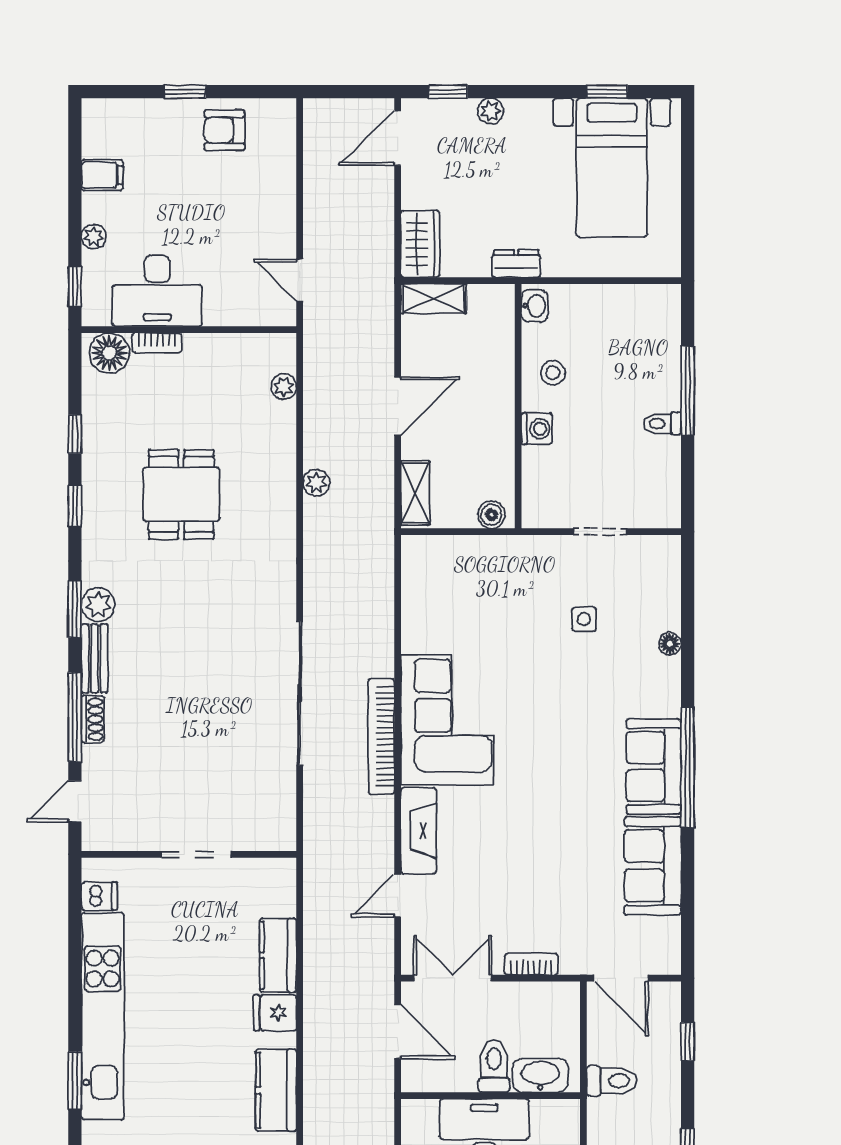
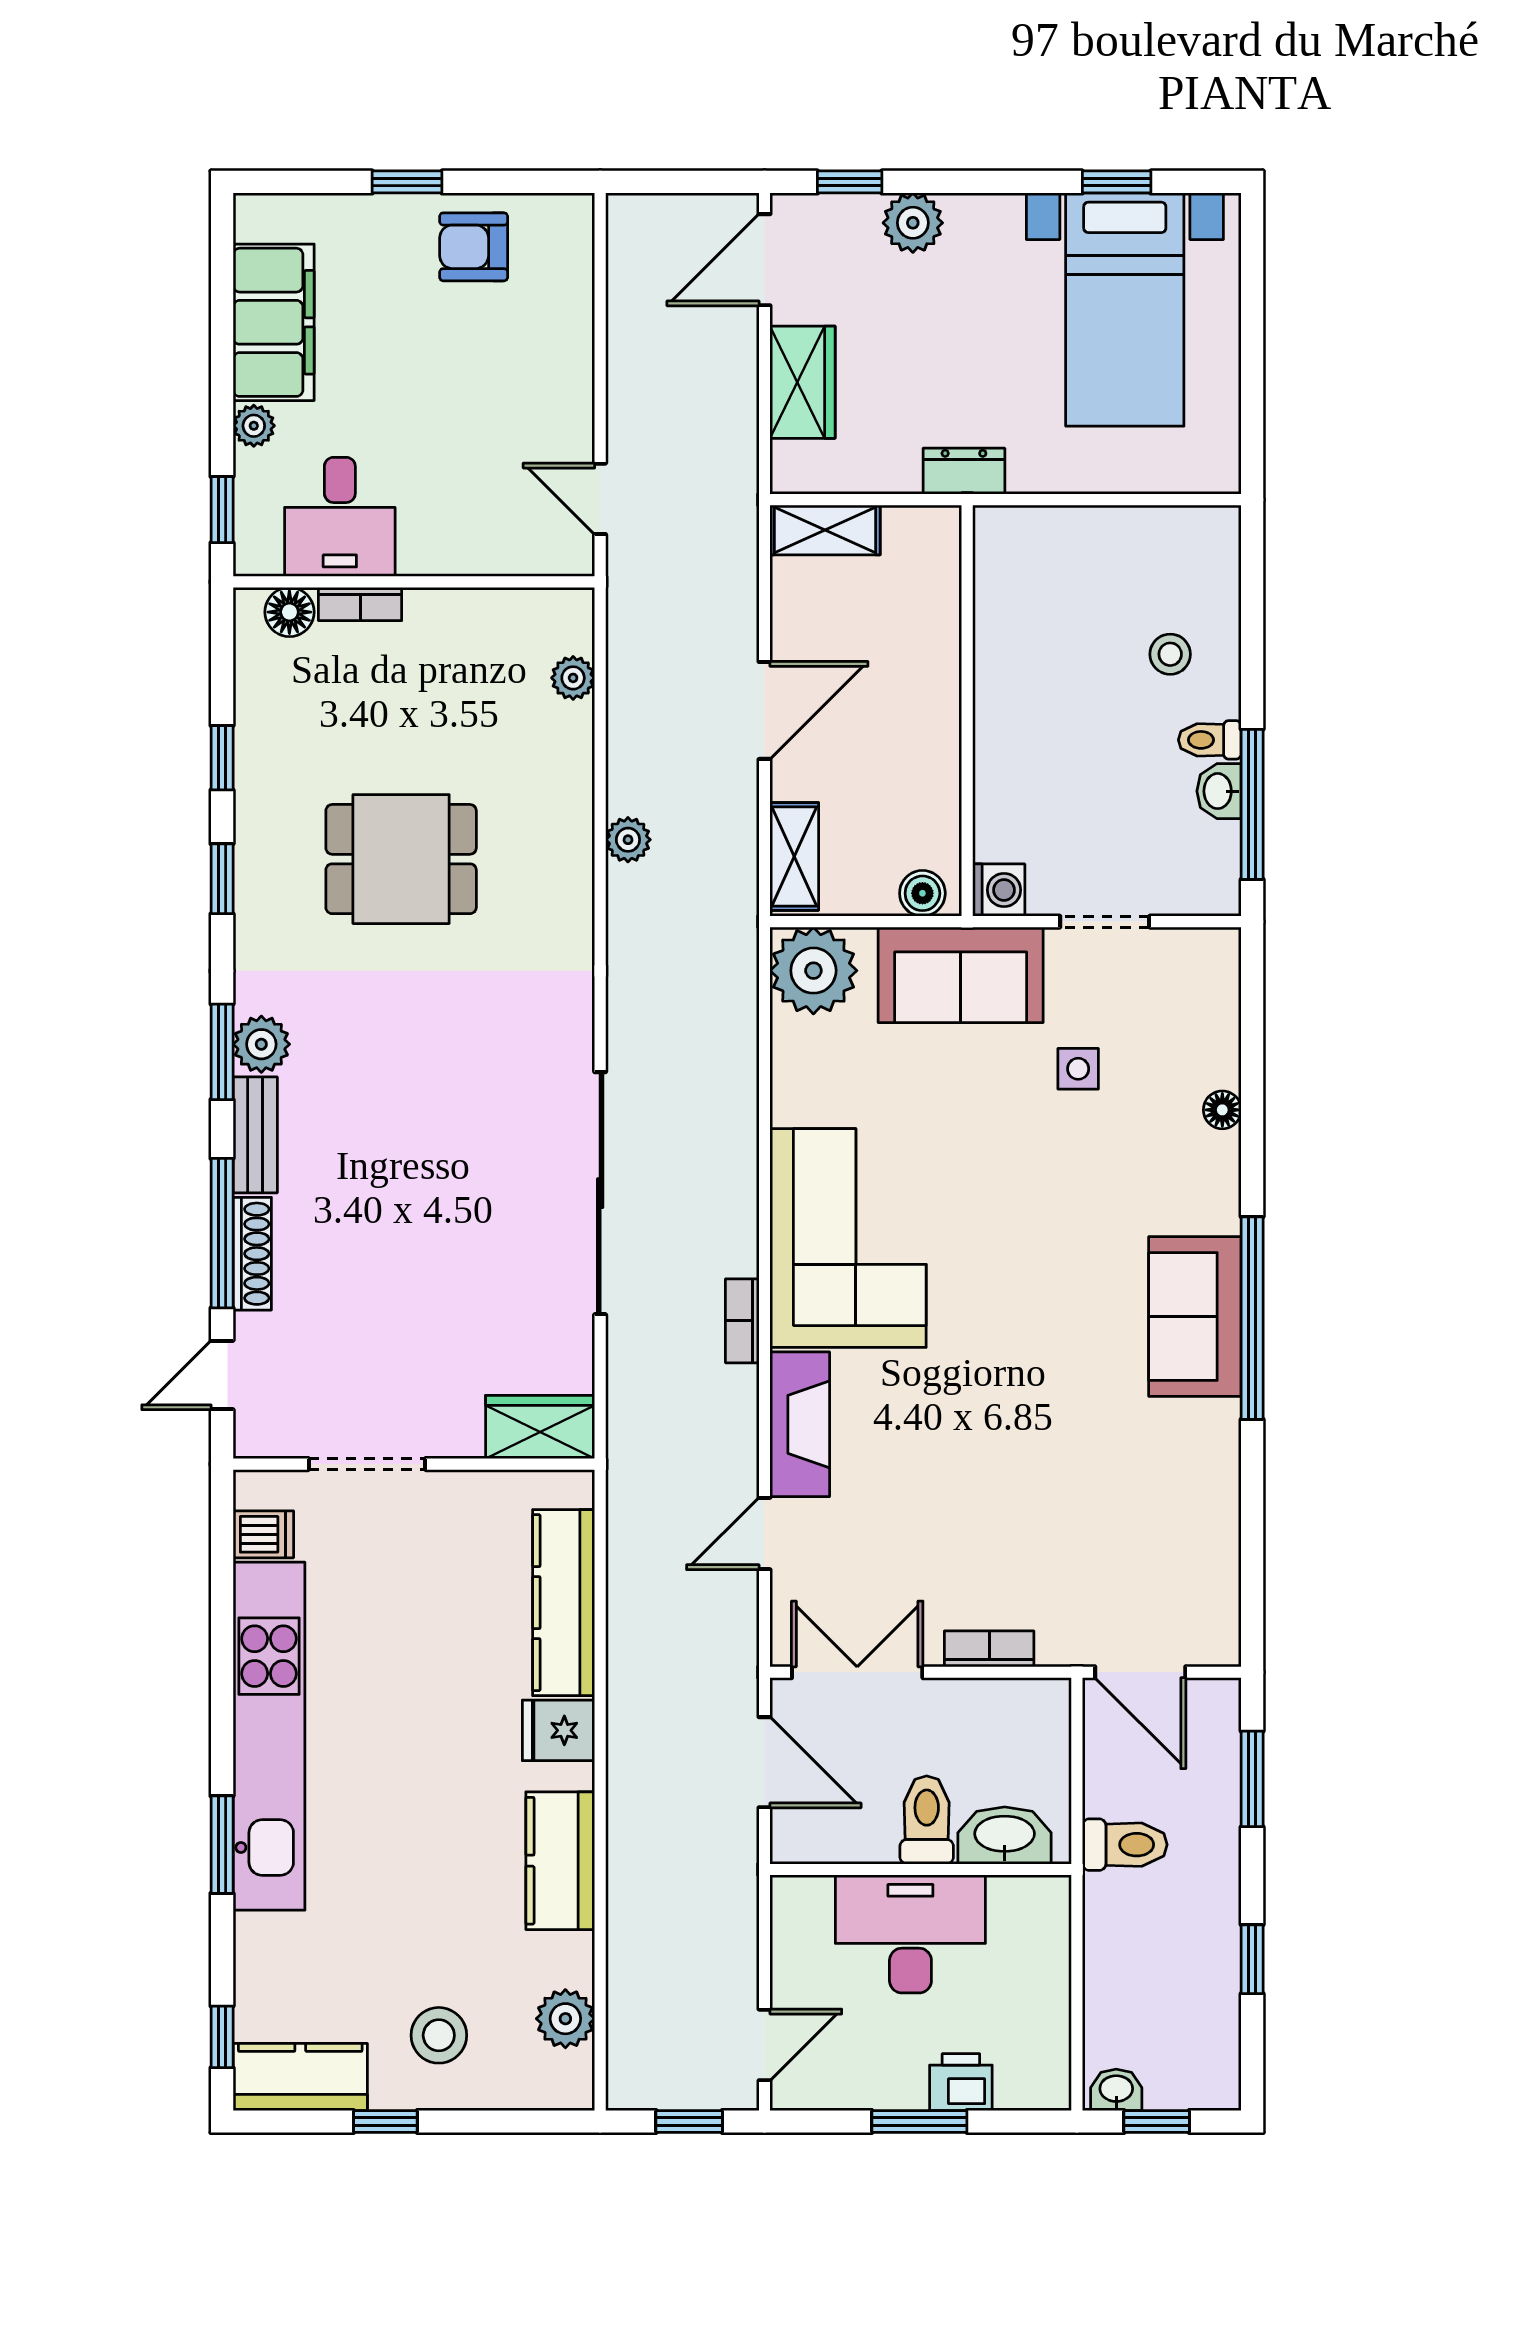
plant: (491, 111) -> (913, 223), width x1.38, depth x1.38
filing cabinet: (102, 175) -> (274, 322), width x3.00, depth x1.17
wardrobe: (420, 244) -> (803, 382), moved
desk: (157, 291) -> (340, 517), width x0.73
washbasin: (535, 306) -> (1219, 791), moved, turned 180
floor lamp: (109, 353) -> (289, 612), width x0.73, depth x0.73
stool: (553, 373) -> (1170, 654), moved
window: (688, 391) -> (1252, 804), moved
washing machine: (537, 429) -> (999, 890), moved
dining table: (181, 494) -> (401, 859), turned 90
plant: (427, 561) -> (813, 971), added
shoe rack: (93, 719) -> (252, 1254), width x1.43
bookcase: (381, 736) -> (742, 1321), width x0.43, depth x0.76
wardrobe: (264, 832) -> (540, 1427), added
doorway: (196, 854) -> (367, 1464), moved
sofa: (653, 866) -> (961, 975), moved, turned -90
kitchen counter: (278, 955) -> (564, 1603), width x1.50
window: (688, 1042) -> (1252, 1779), width x1.50

